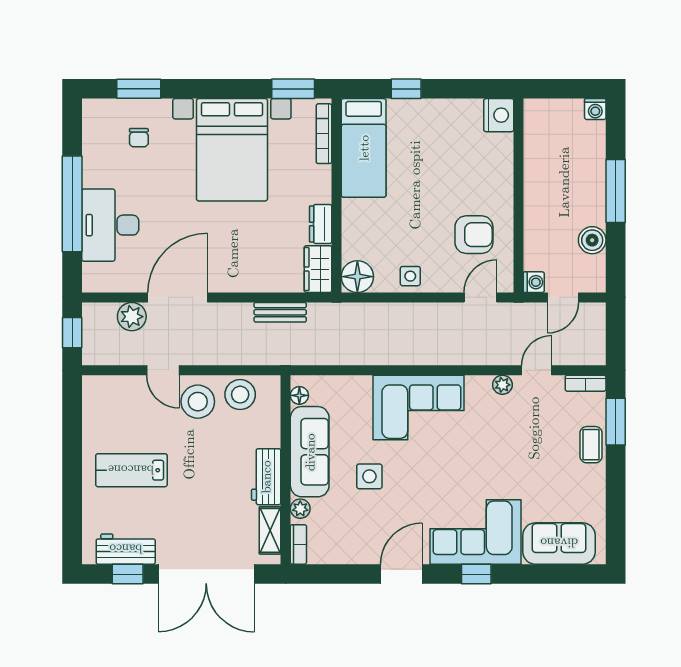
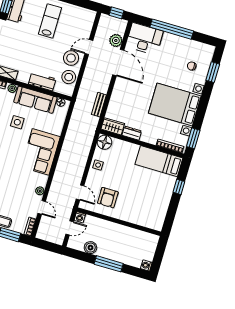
nightstand: (499, 115) -> (156, 223), removed
desk: (110, 225) -> (144, 39), moved
door: (563, 297) -> (70, 228), swing flipped
workbench: (266, 477) -> (42, 81), moved

